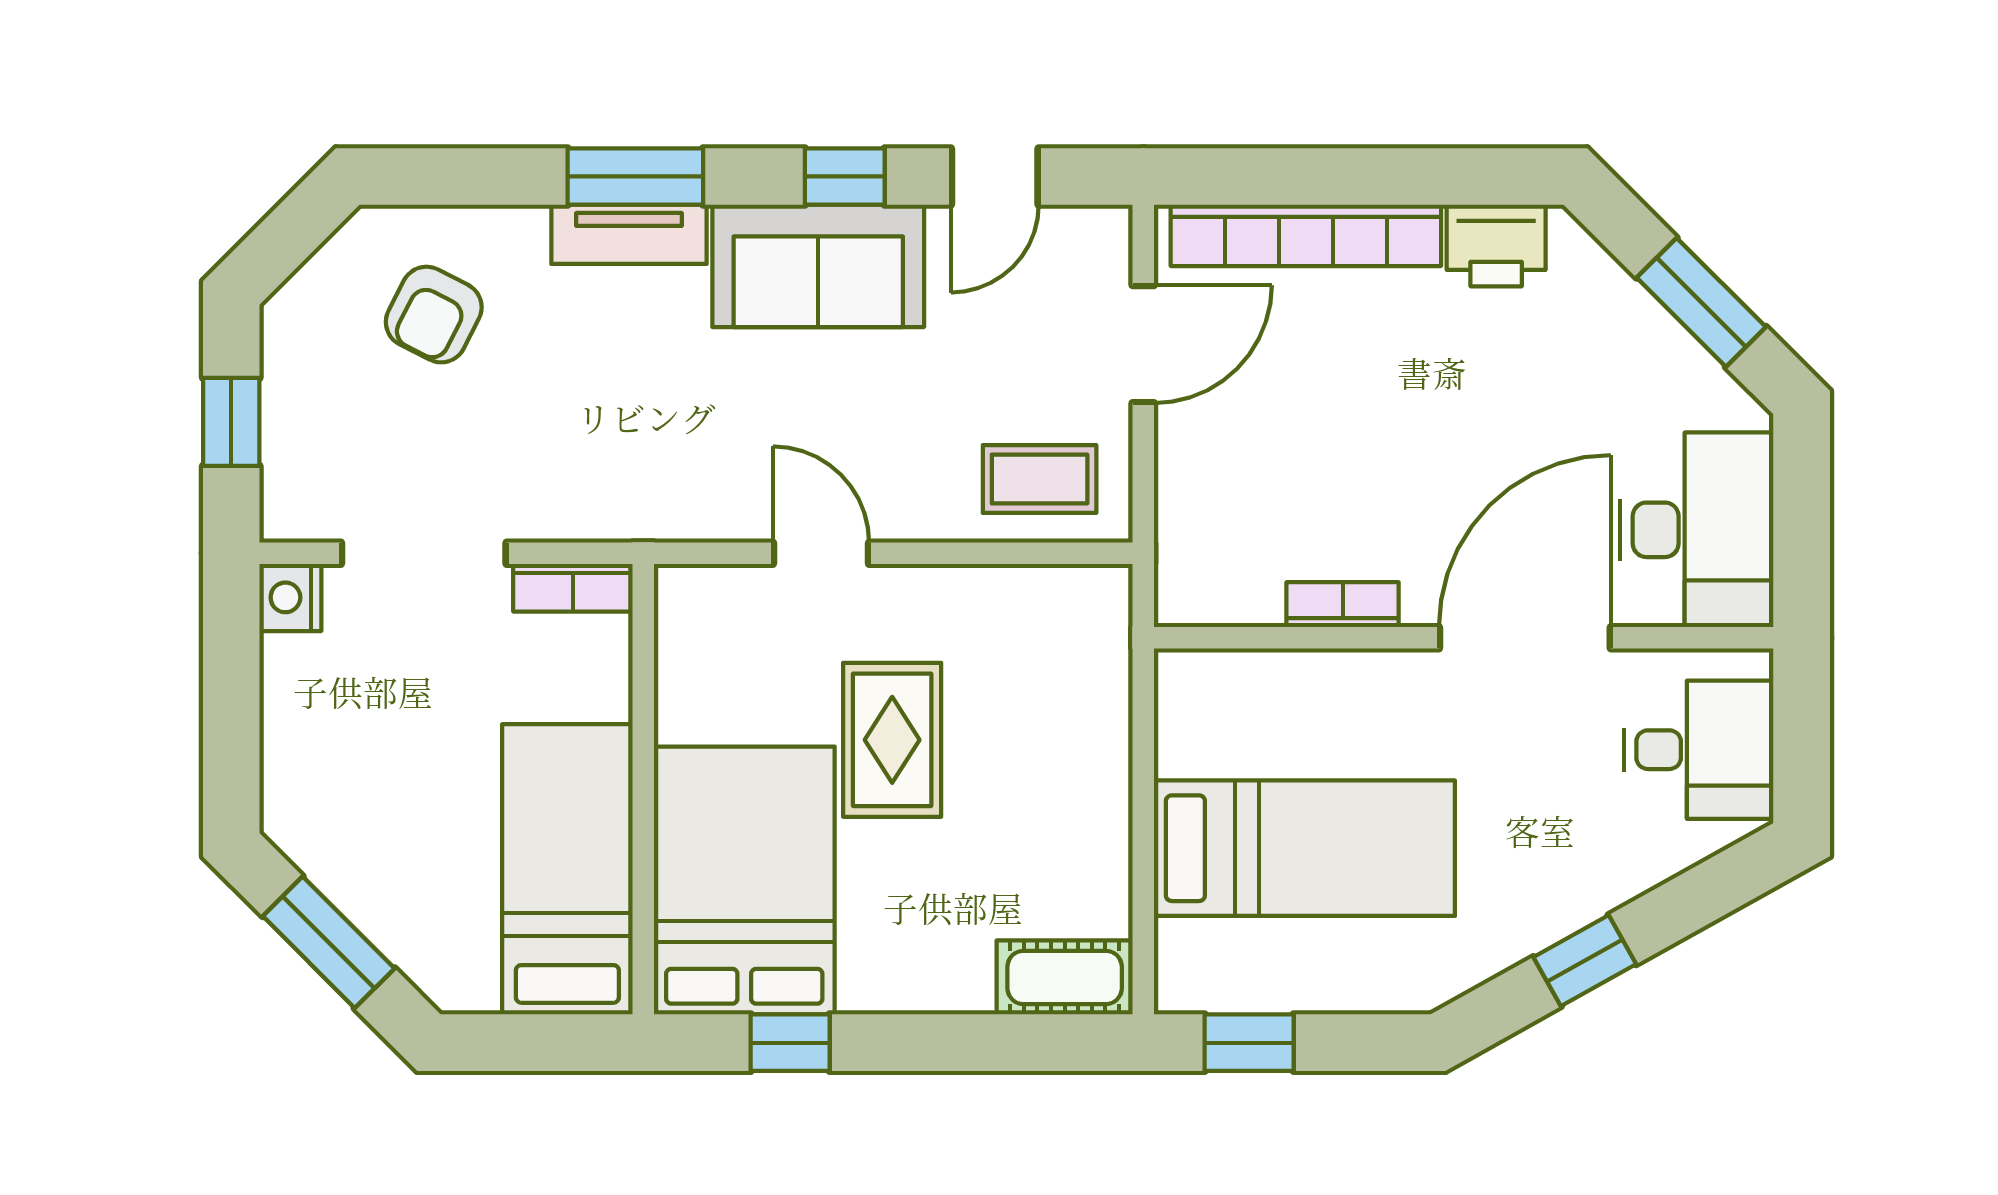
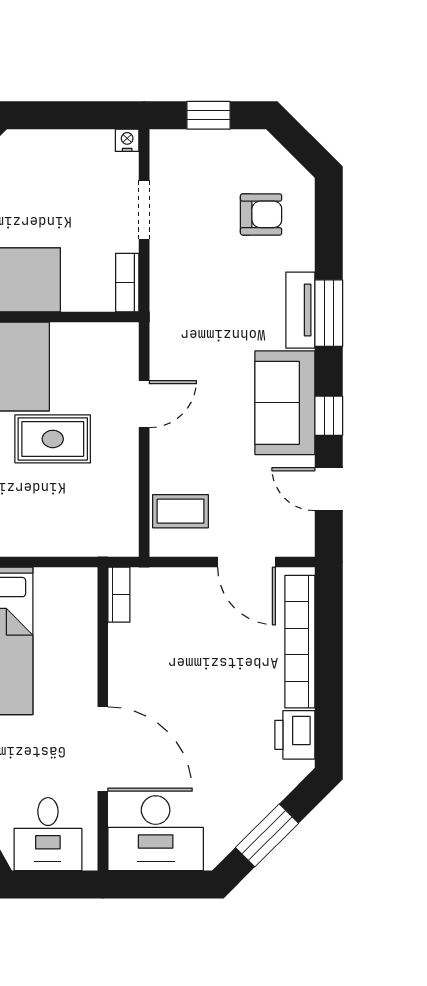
armchair: (434, 315) -> (261, 214), turned 153
coffee table: (1040, 479) -> (181, 511), turned 90
doorway: (424, 553) -> (144, 210), width x0.73
nightstand: (290, 597) -> (127, 140), width x0.72, depth x0.74
bookcase: (1343, 605) -> (119, 595), moved

